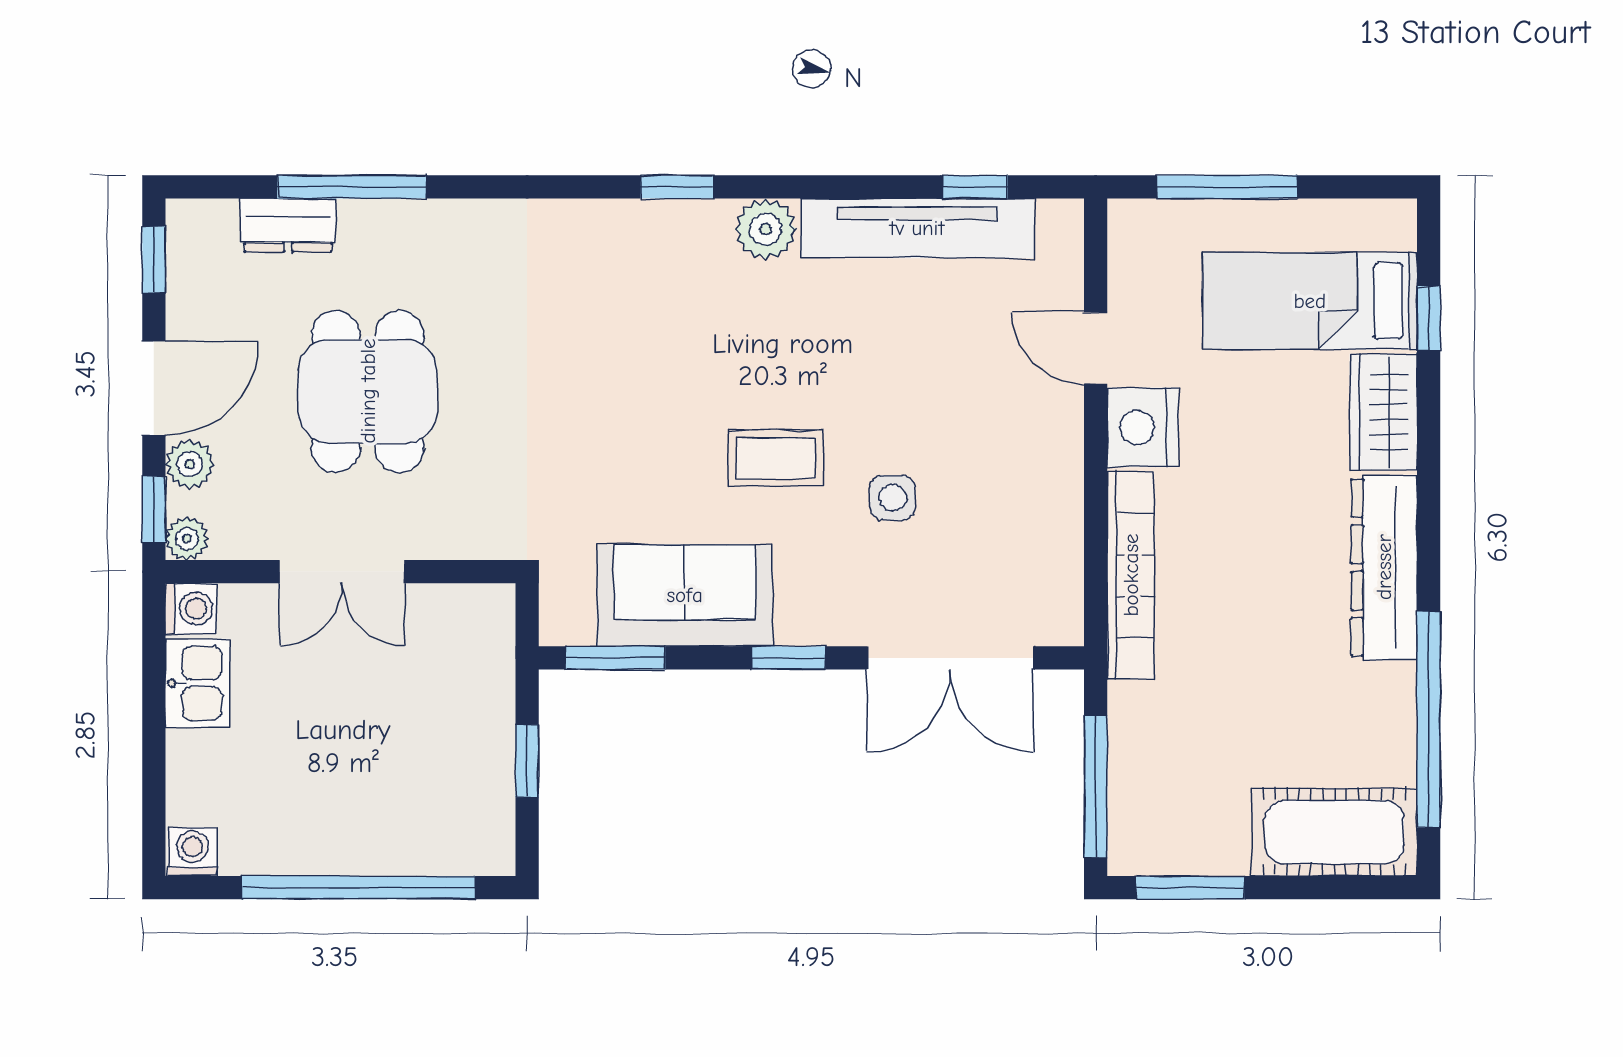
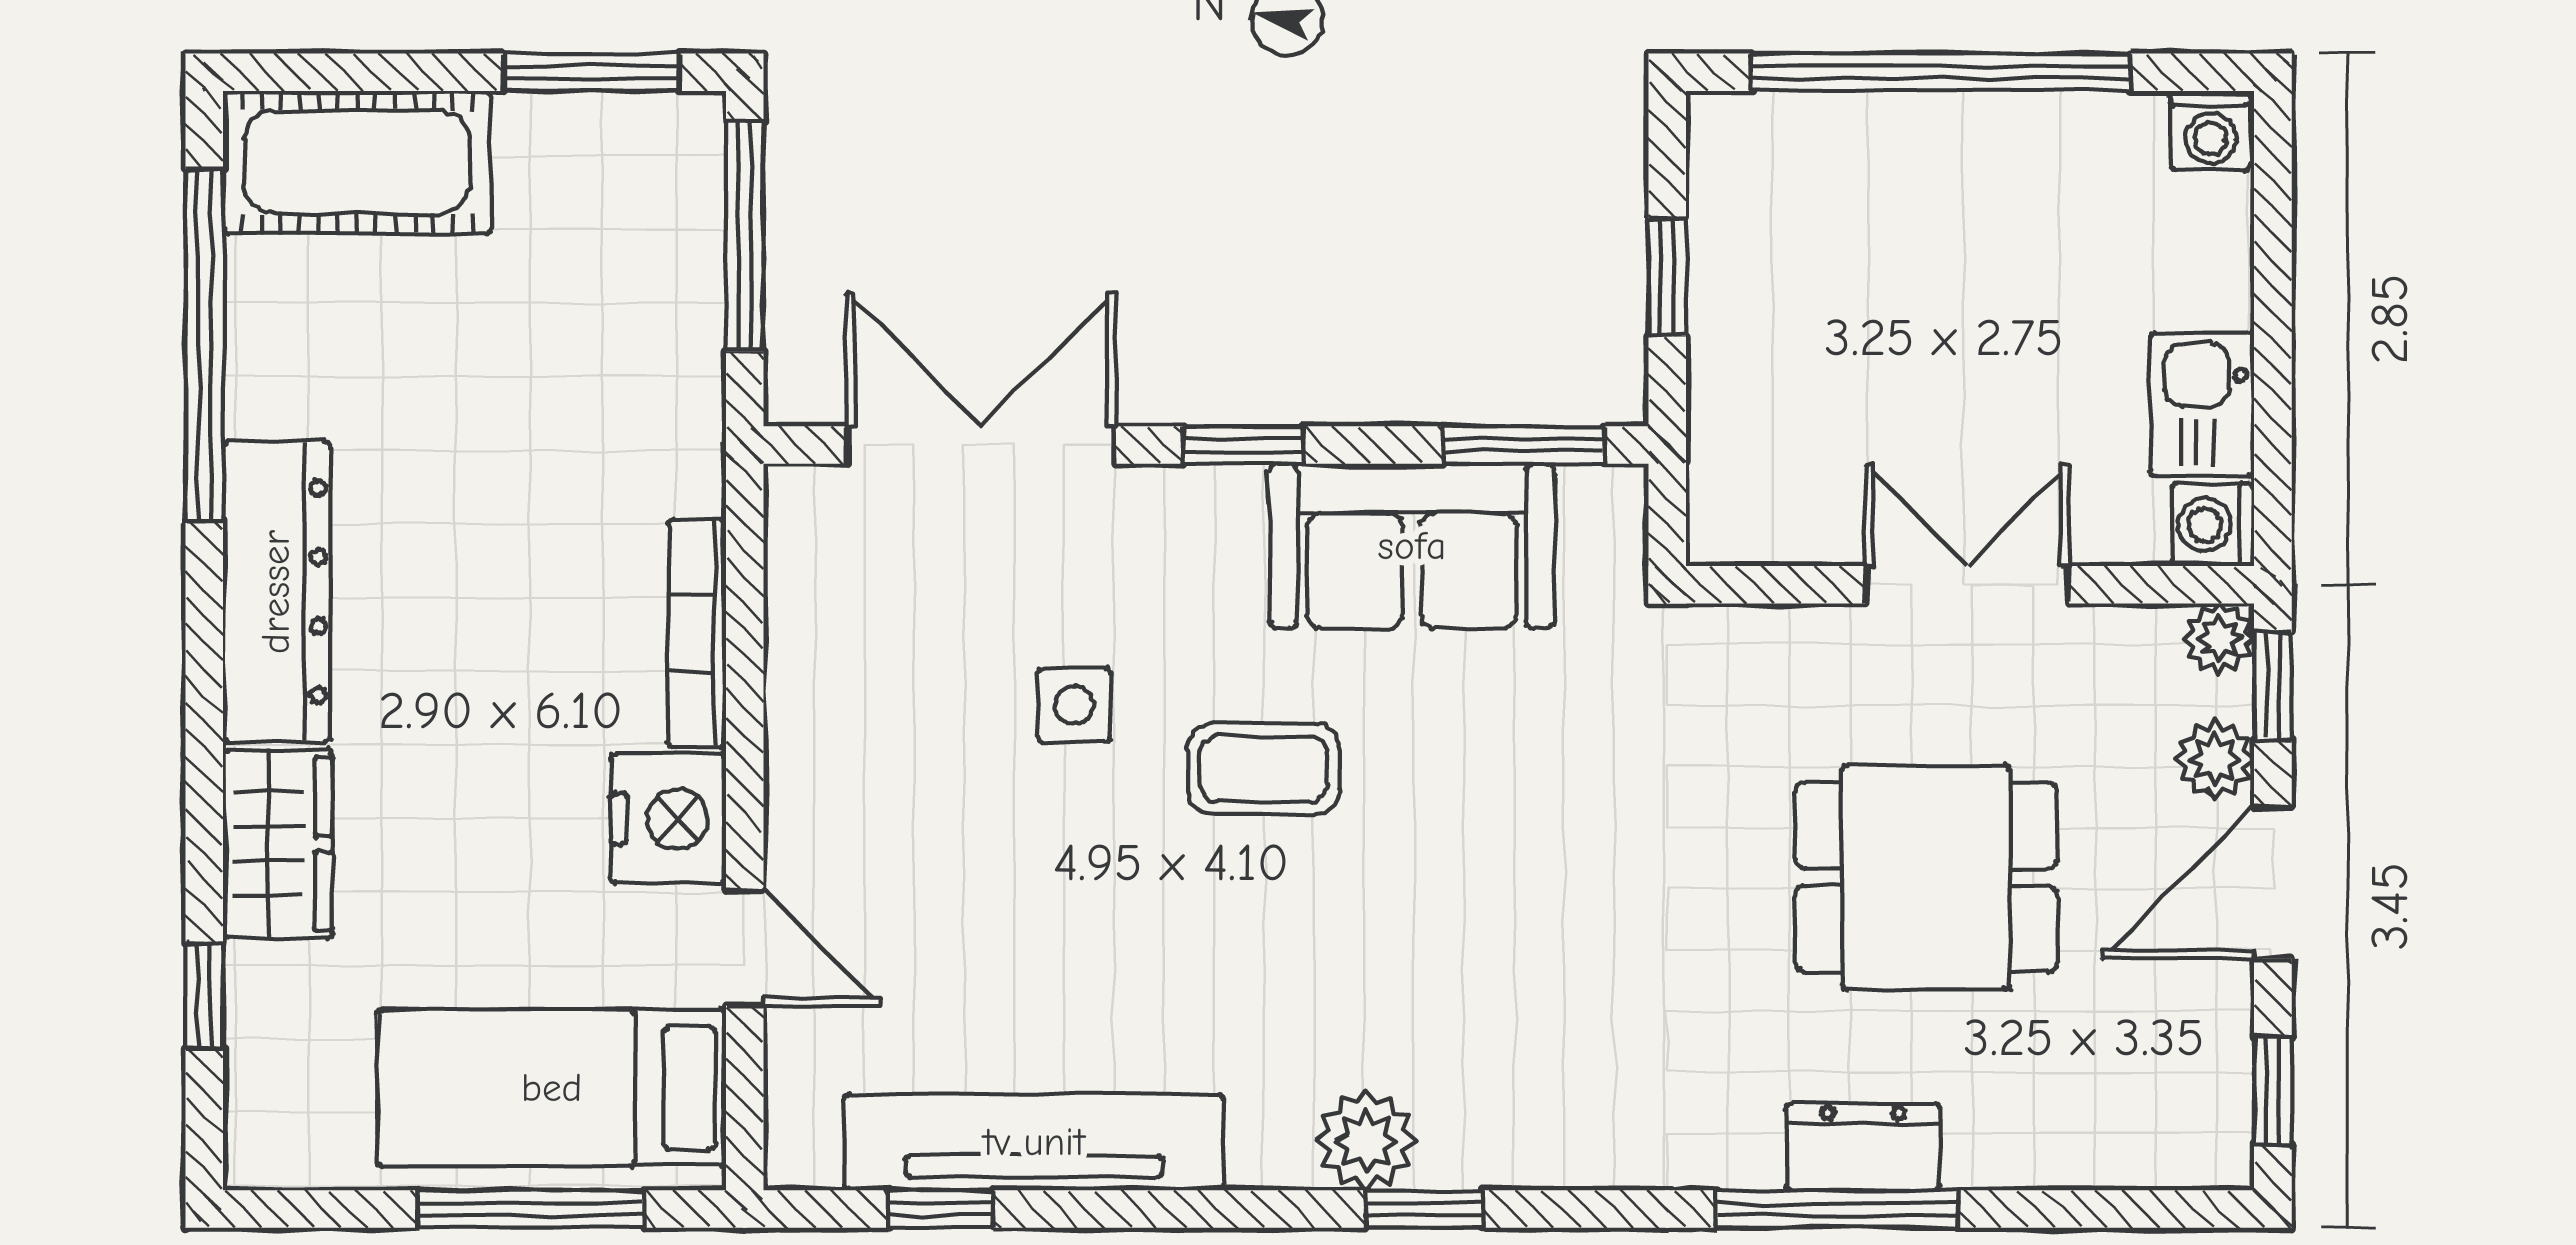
window: (352, 187) -> (1837, 1209), moved
dresser: (288, 225) -> (1863, 1147), moved
plant: (766, 229) -> (1366, 1141), moved
bed: (1310, 301) -> (552, 1088), moved, turned 180
dining table: (368, 391) -> (1926, 877), turned 90
bookcase: (1131, 575) -> (697, 633), width x0.68, depth x0.76

